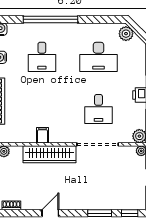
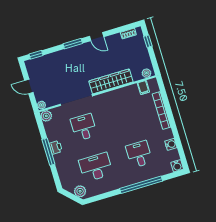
filing cabinet: (42, 135) -> (143, 87), moved
door: (50, 213) -> (97, 37), hinge flipped
window: (100, 213) -> (73, 44), moved

